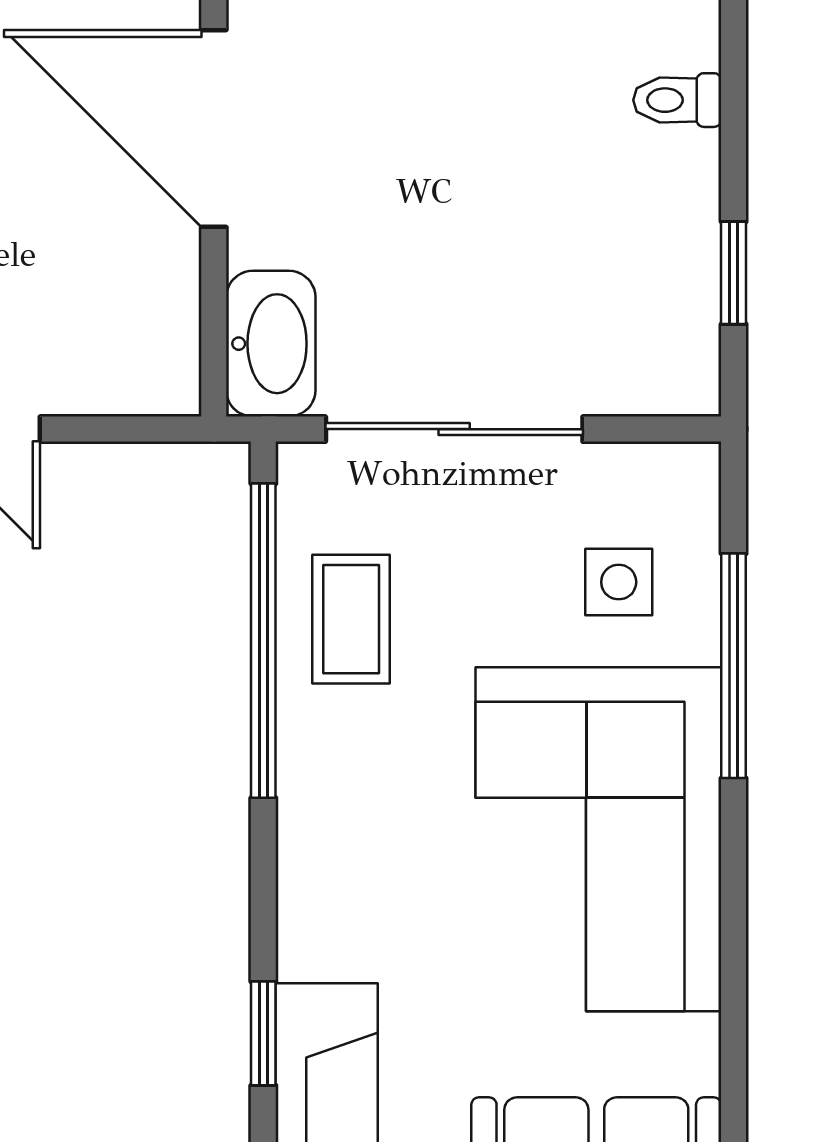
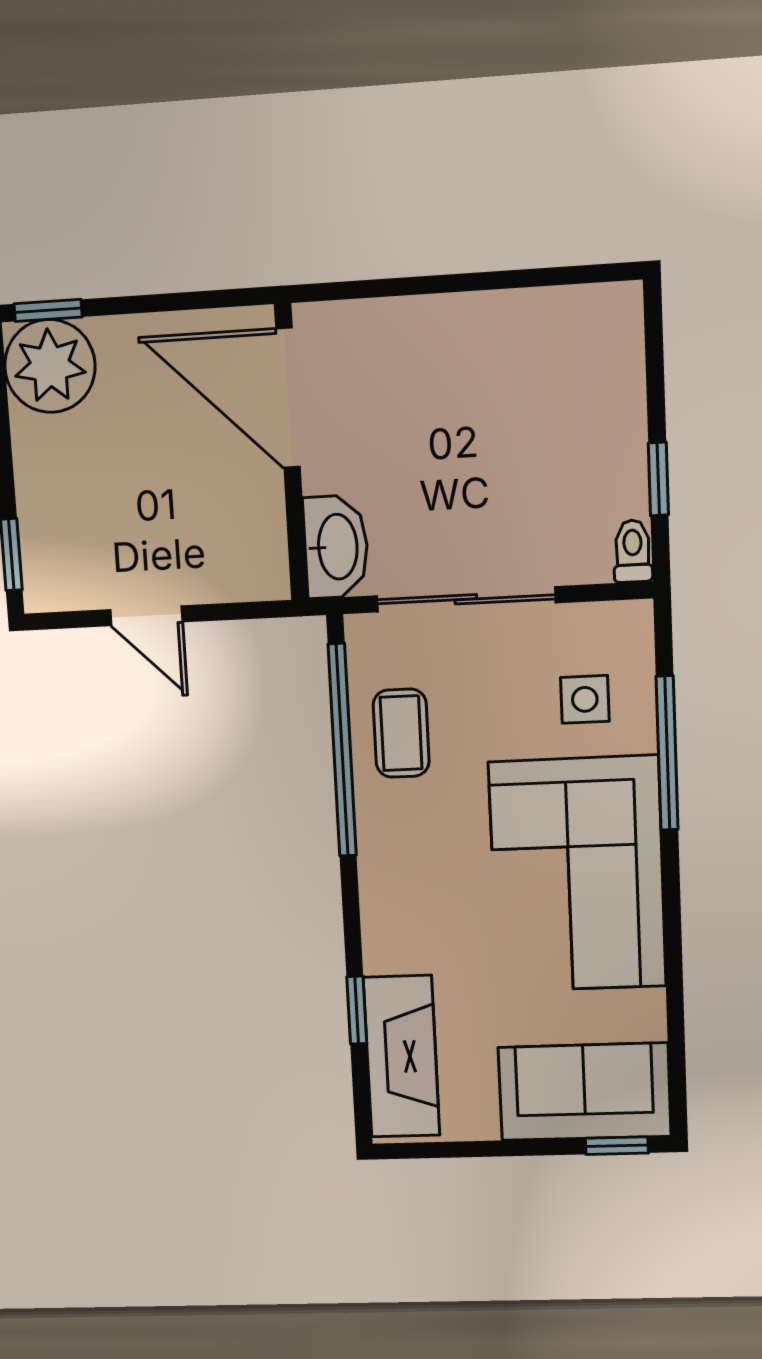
toilet: (677, 100) -> (633, 551), moved, turned 90

